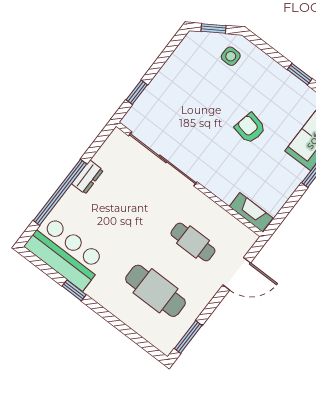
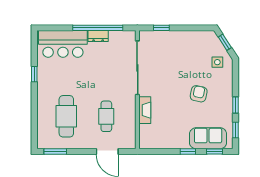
armchair: (250, 128) -> (199, 94), moved
window: (60, 192) -> (98, 28), moved
fireplace: (251, 212) -> (145, 110), moved
bar counter: (65, 253) -> (63, 44), moved, turned 90

